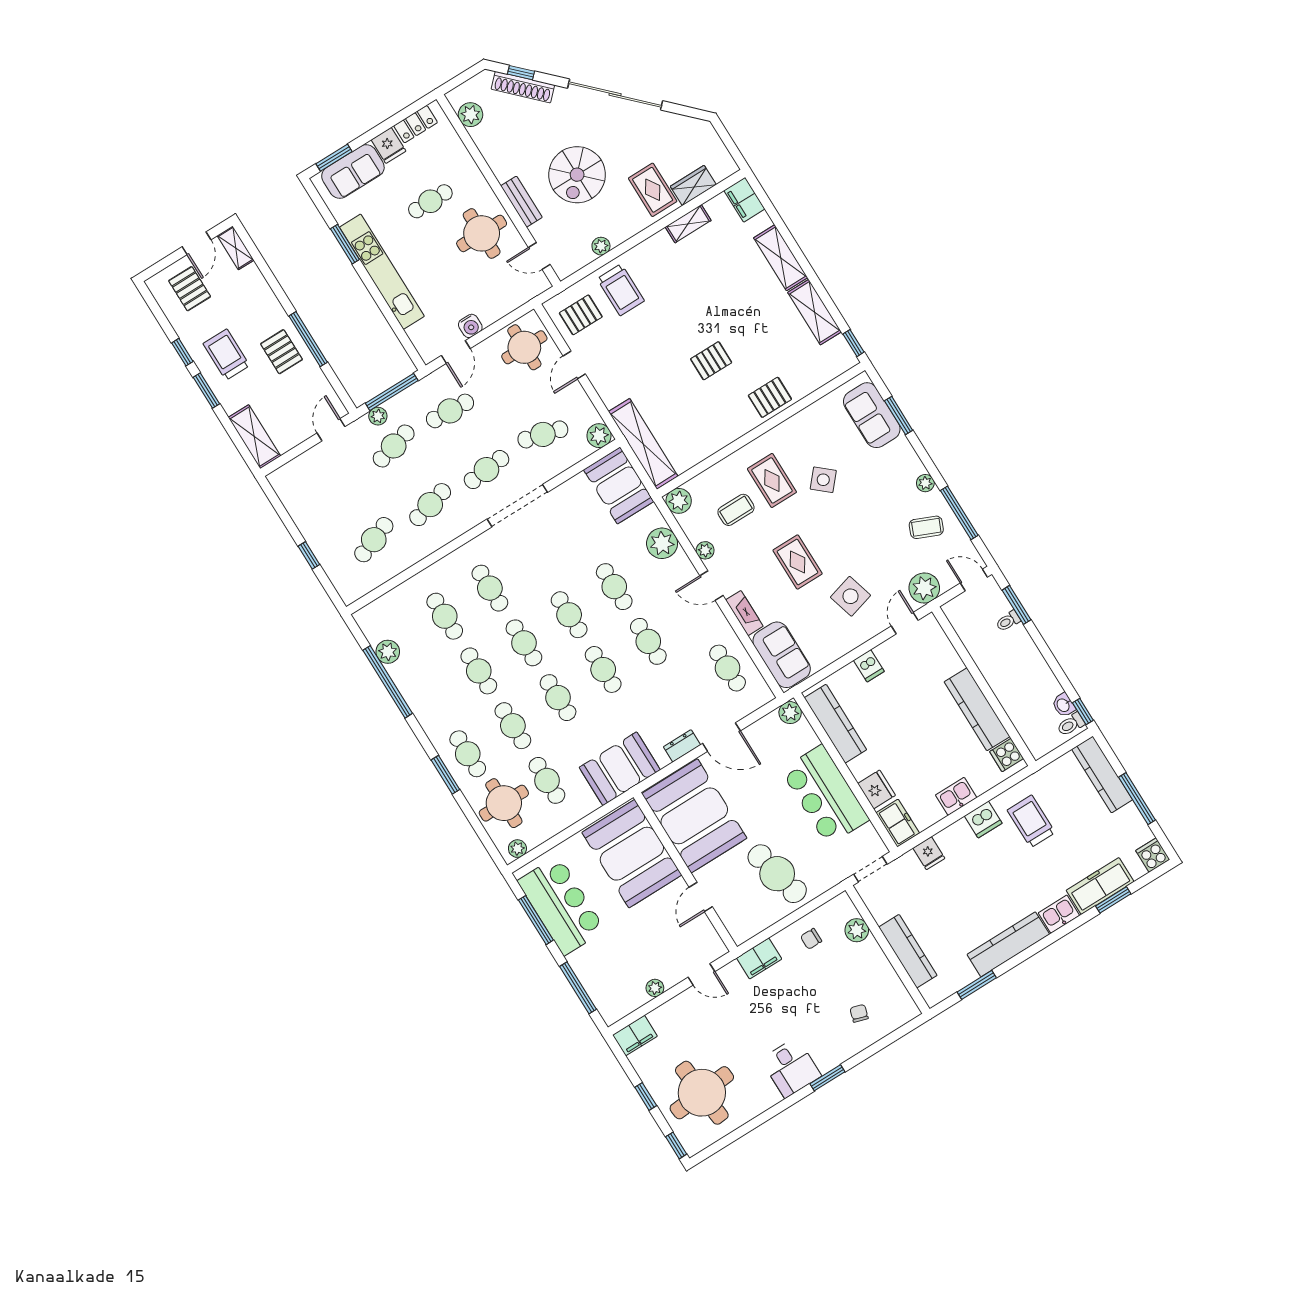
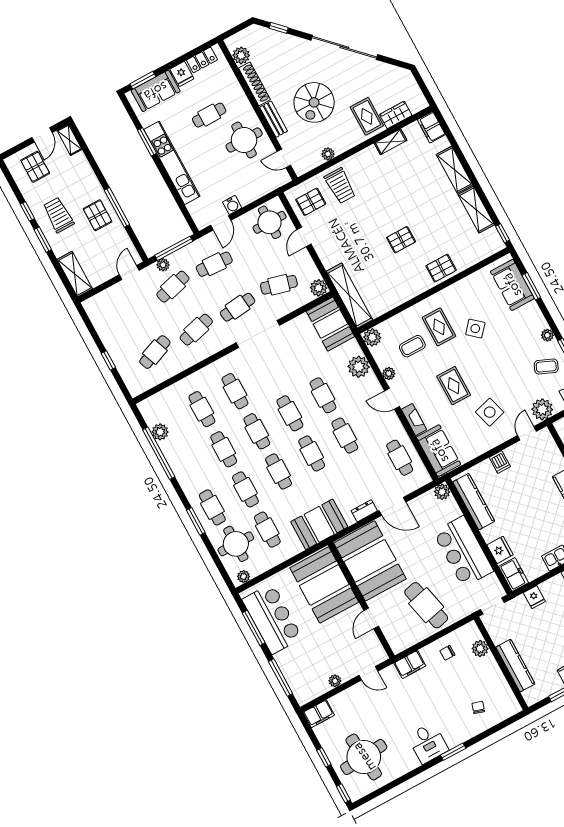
shoe rack: (523, 87) -> (254, 84), moved, turned -135

